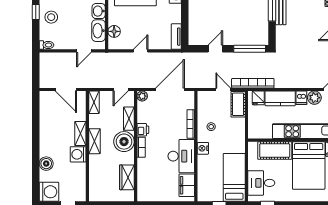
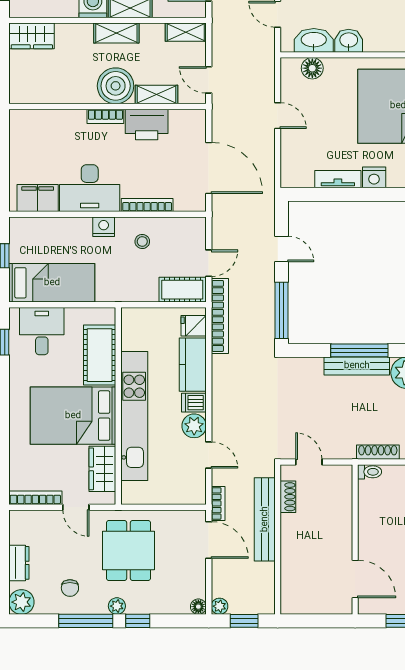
tv unit: (176, 37) -> (338, 179), moved
plant: (142, 96) -> (197, 118), removed
printer: (143, 130) -> (147, 124), width x1.87, depth x1.48
wardrobe: (127, 177) -> (32, 36), moved, turned 180

